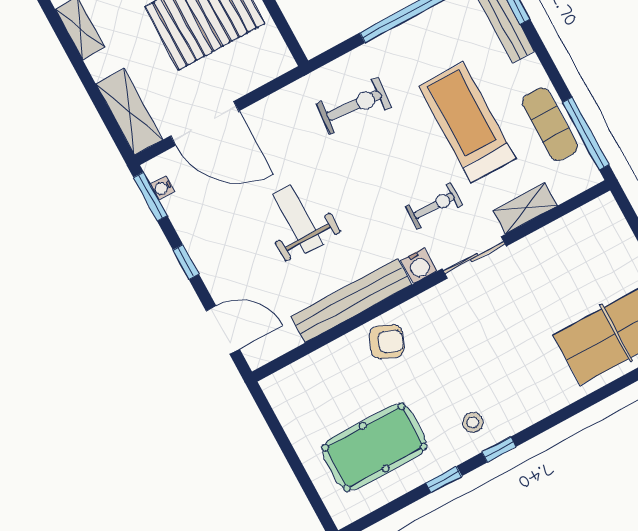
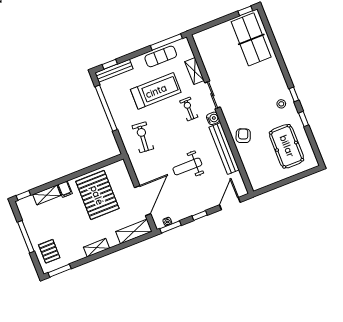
treadmill: (467, 123) -> (156, 91), turned 180

